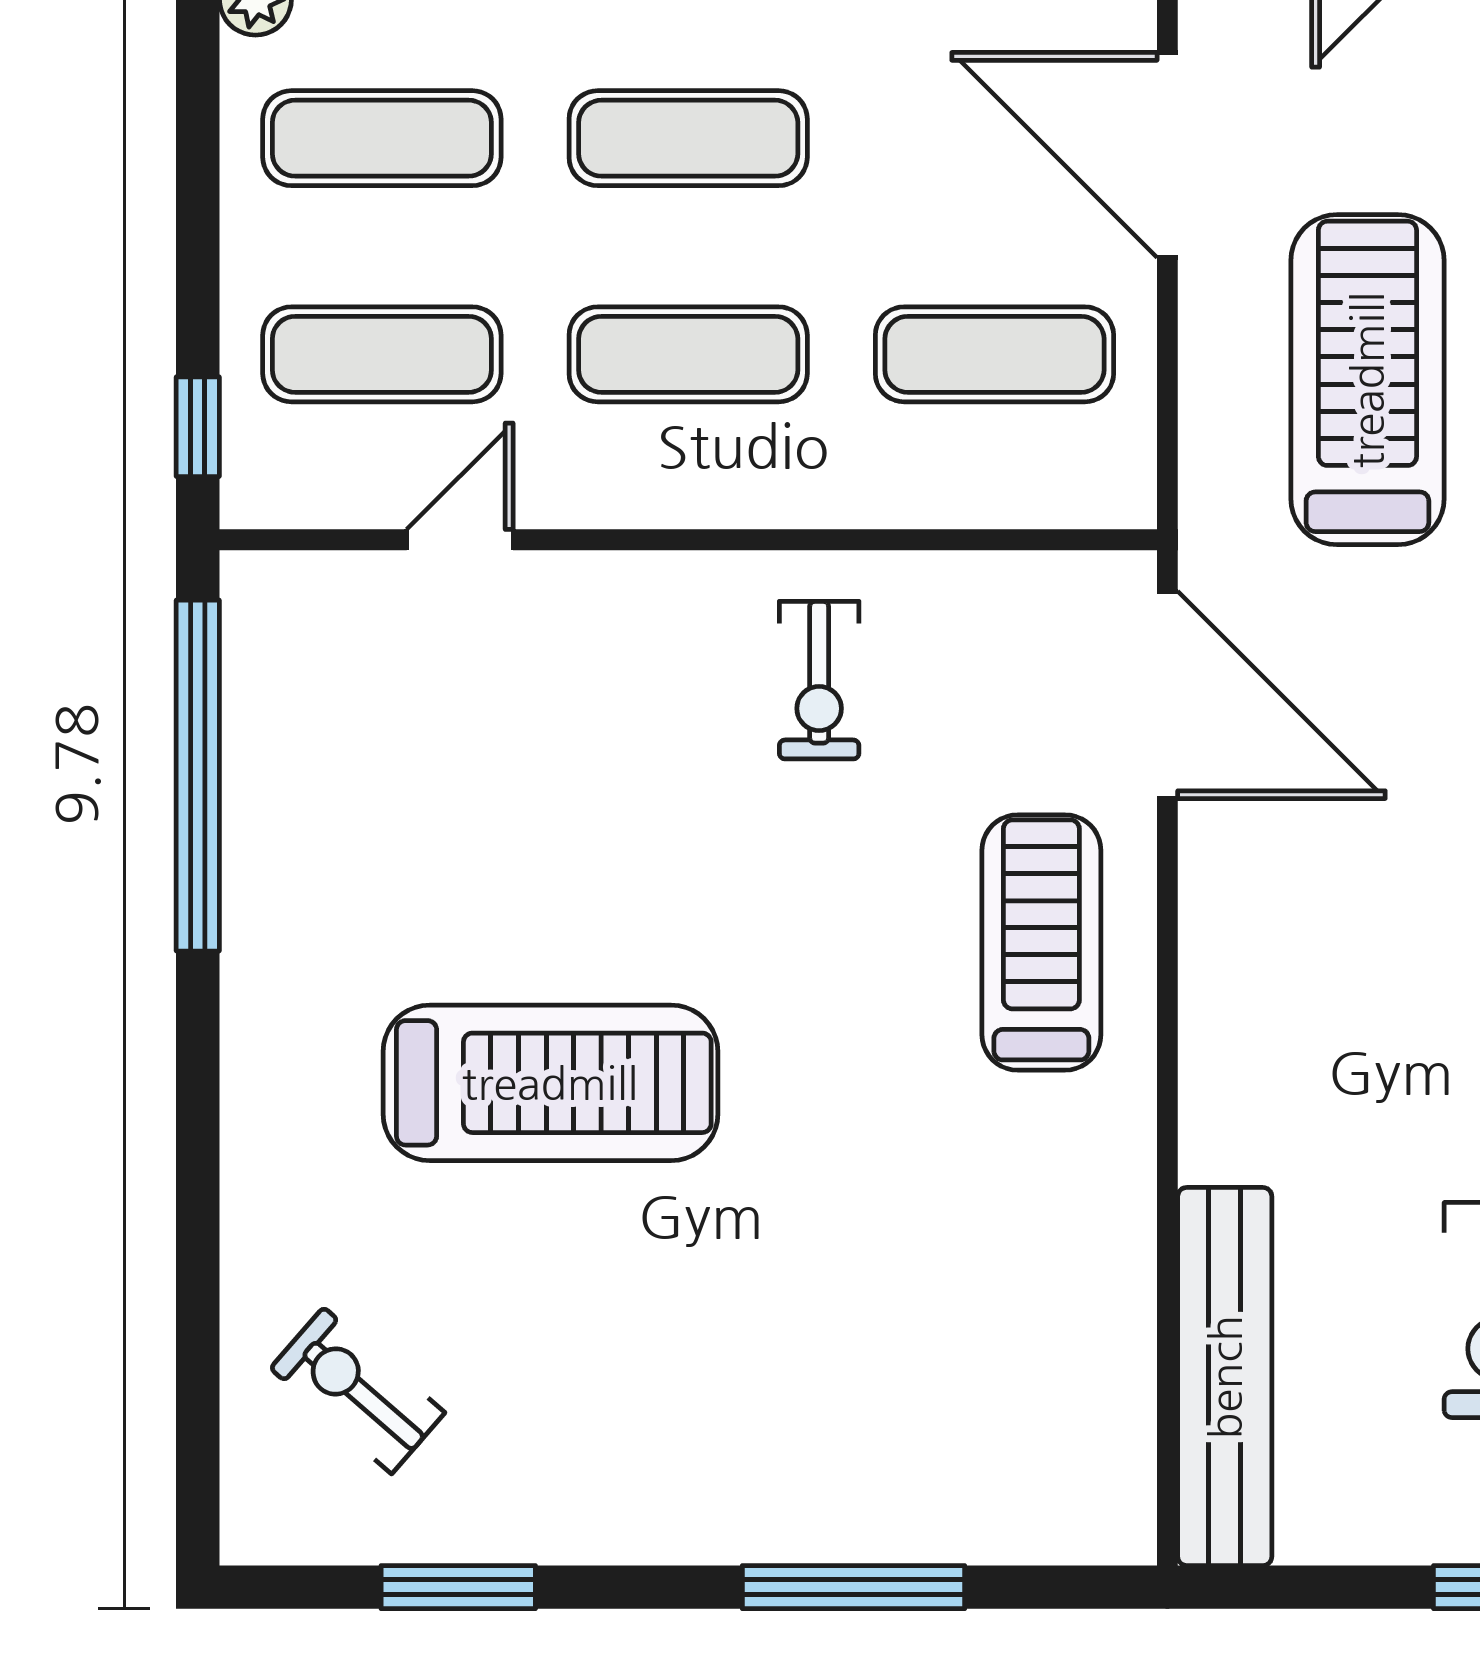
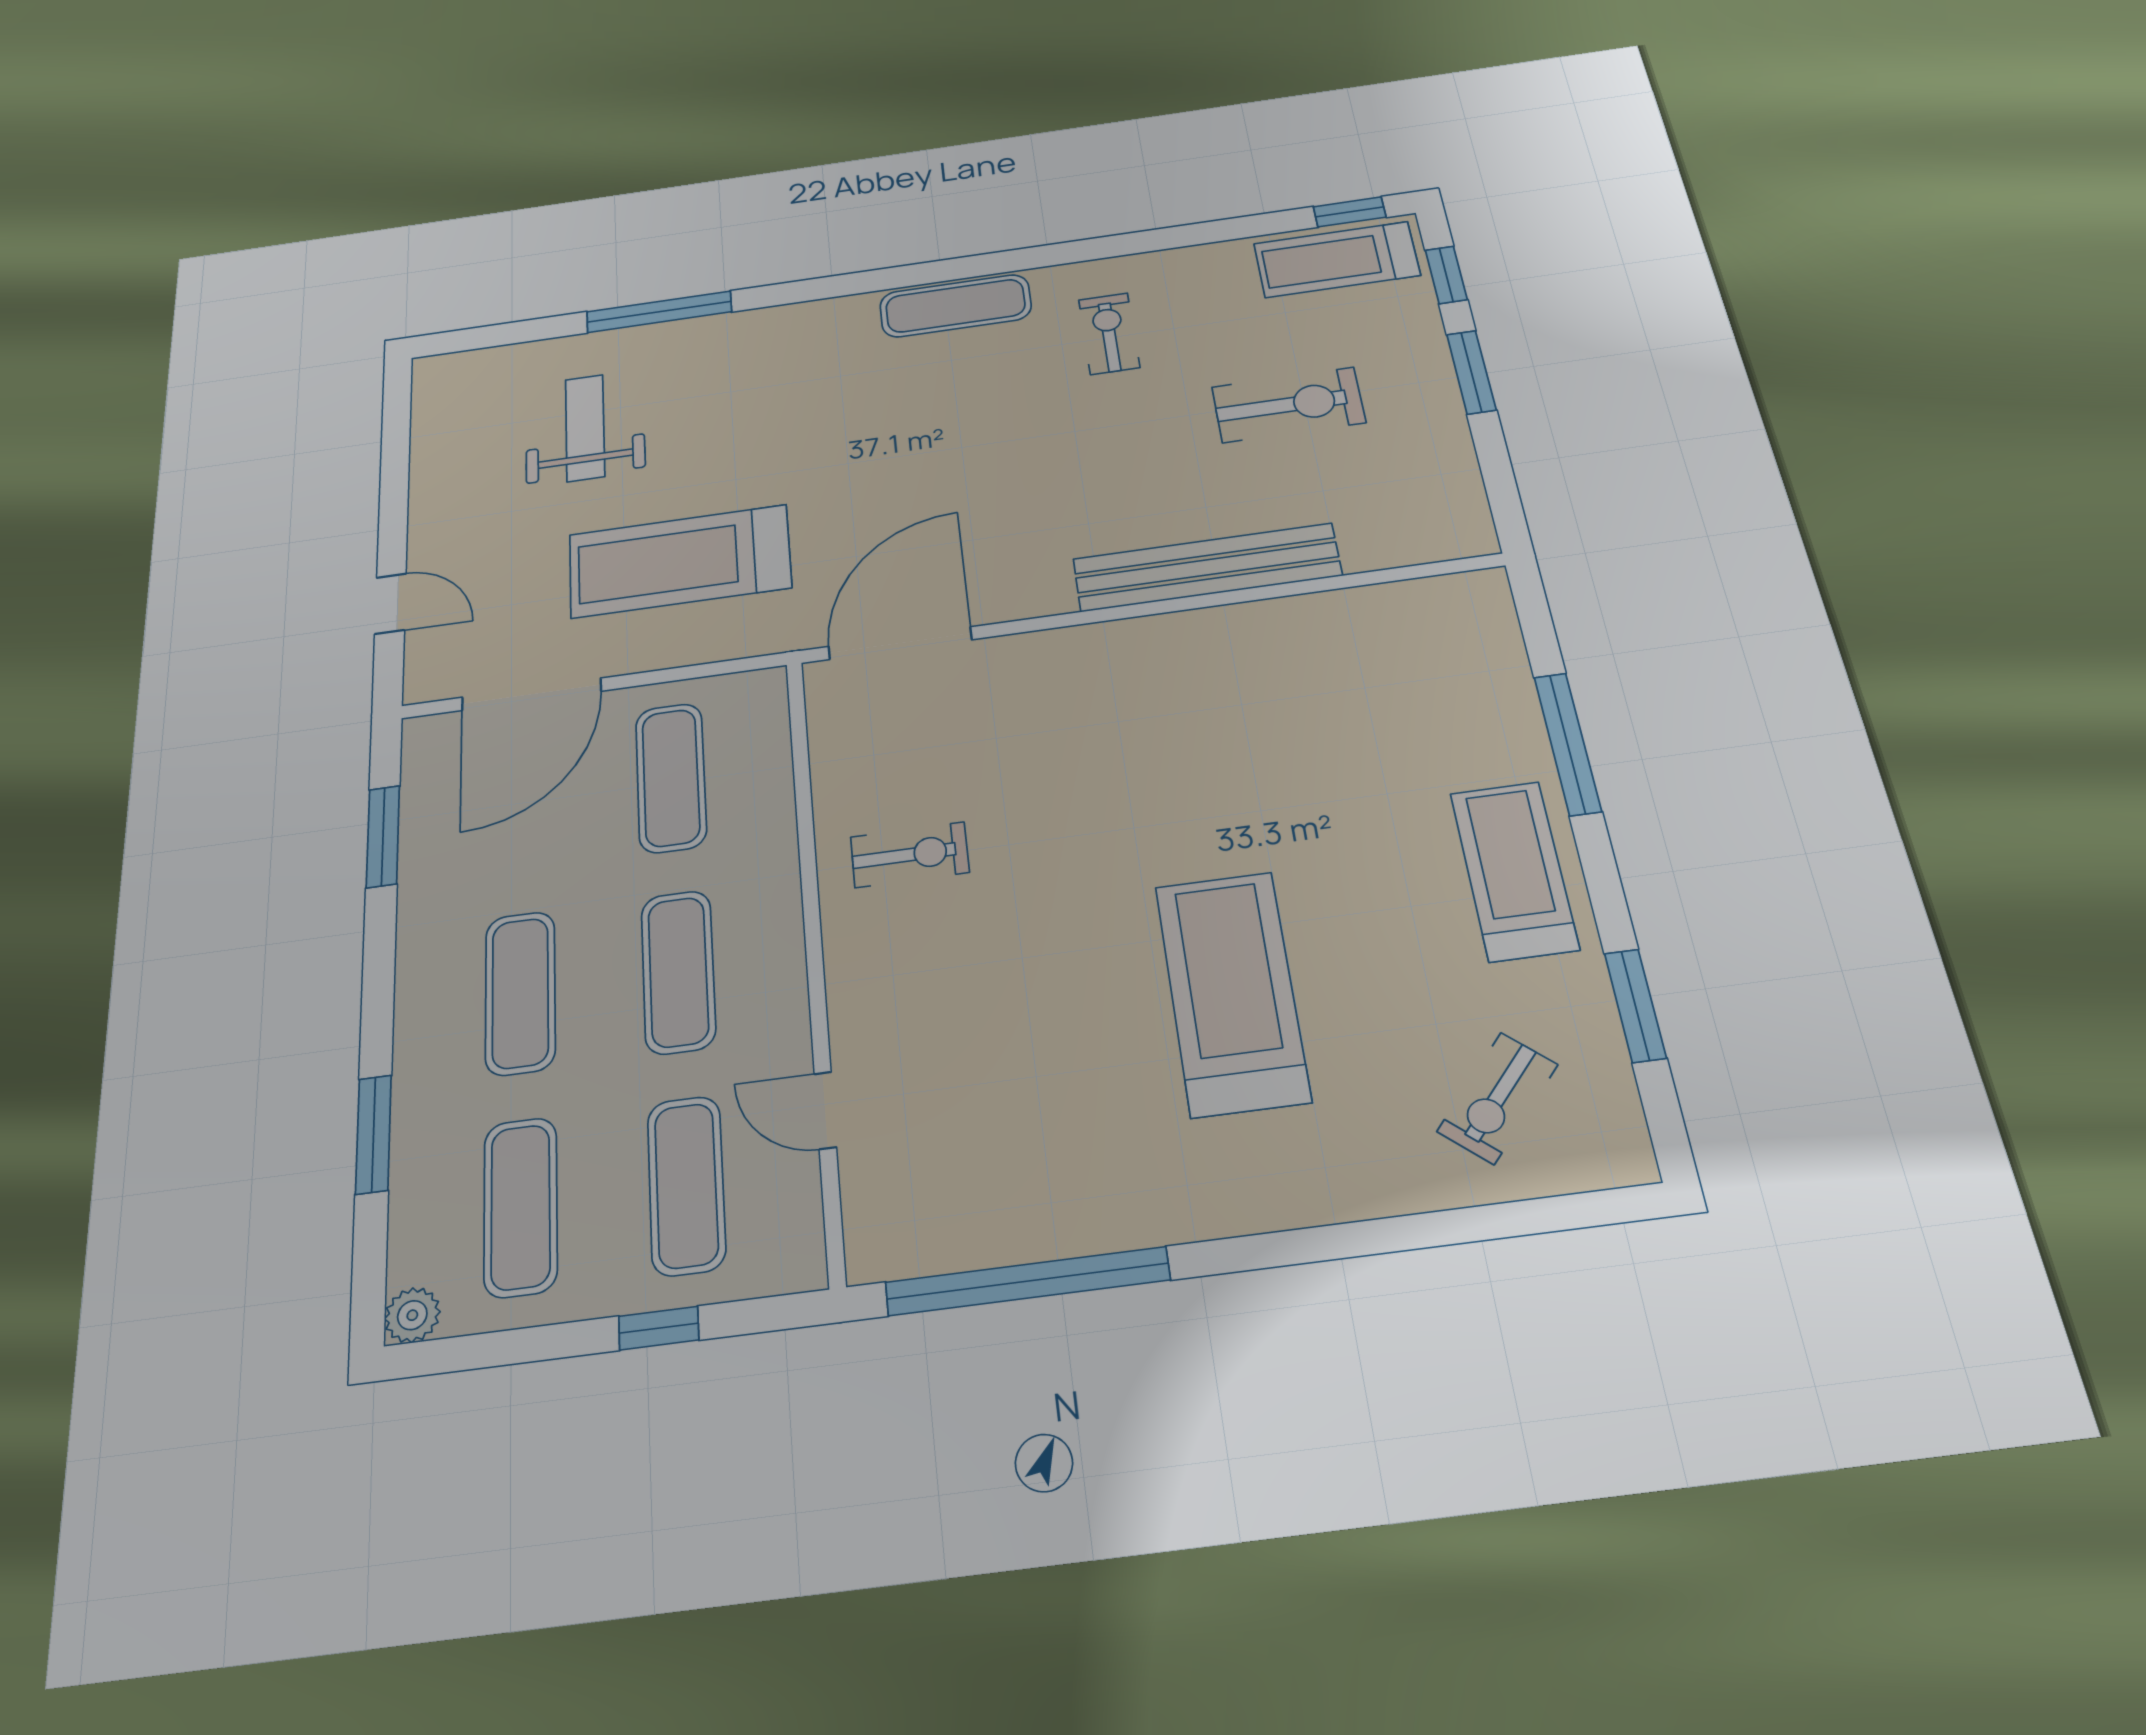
window: (198, 427) -> (659, 1328), moved
treadmill: (1041, 942) -> (1514, 871), moved, turned 90
bench: (1225, 1377) -> (1207, 567), moved

